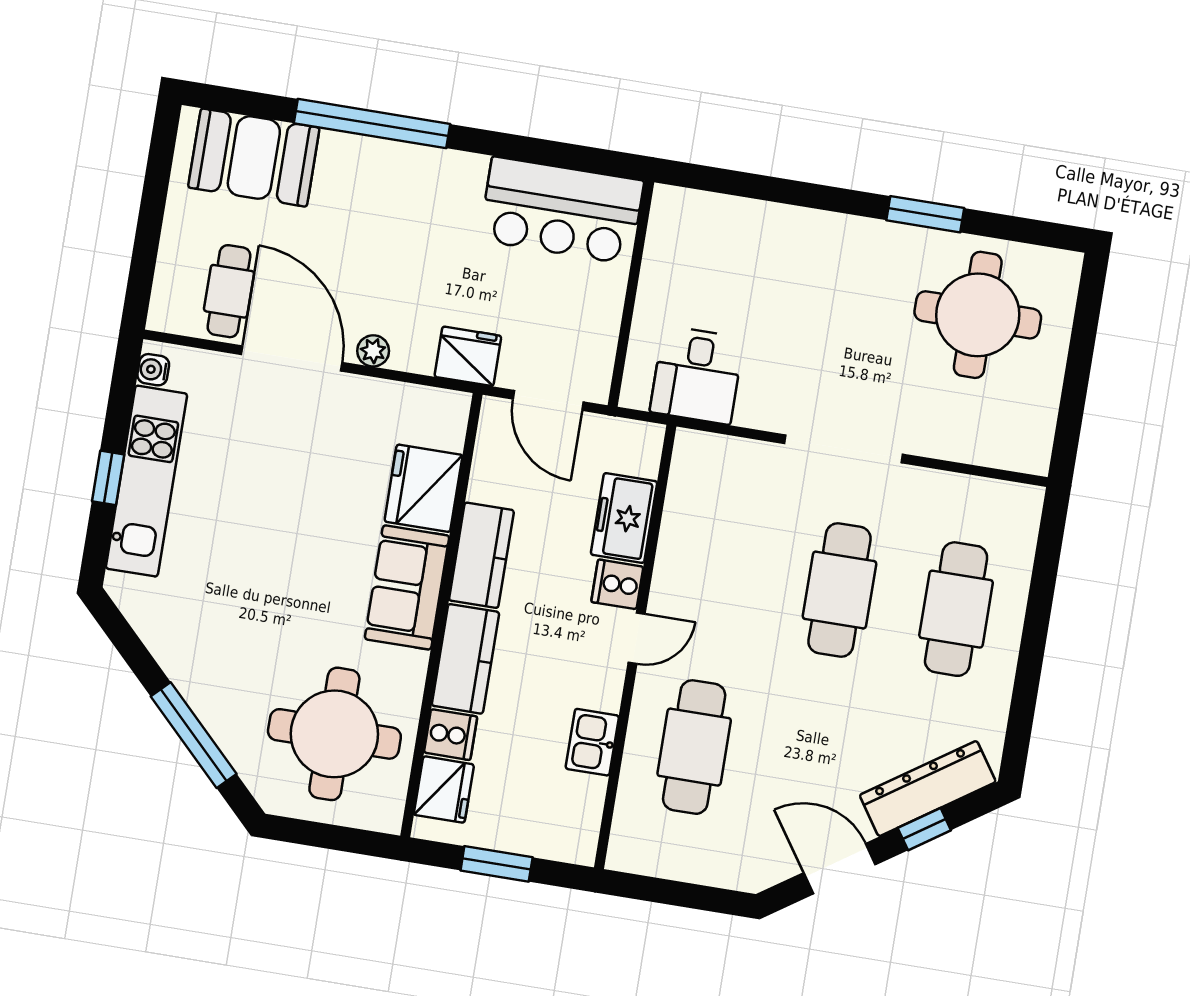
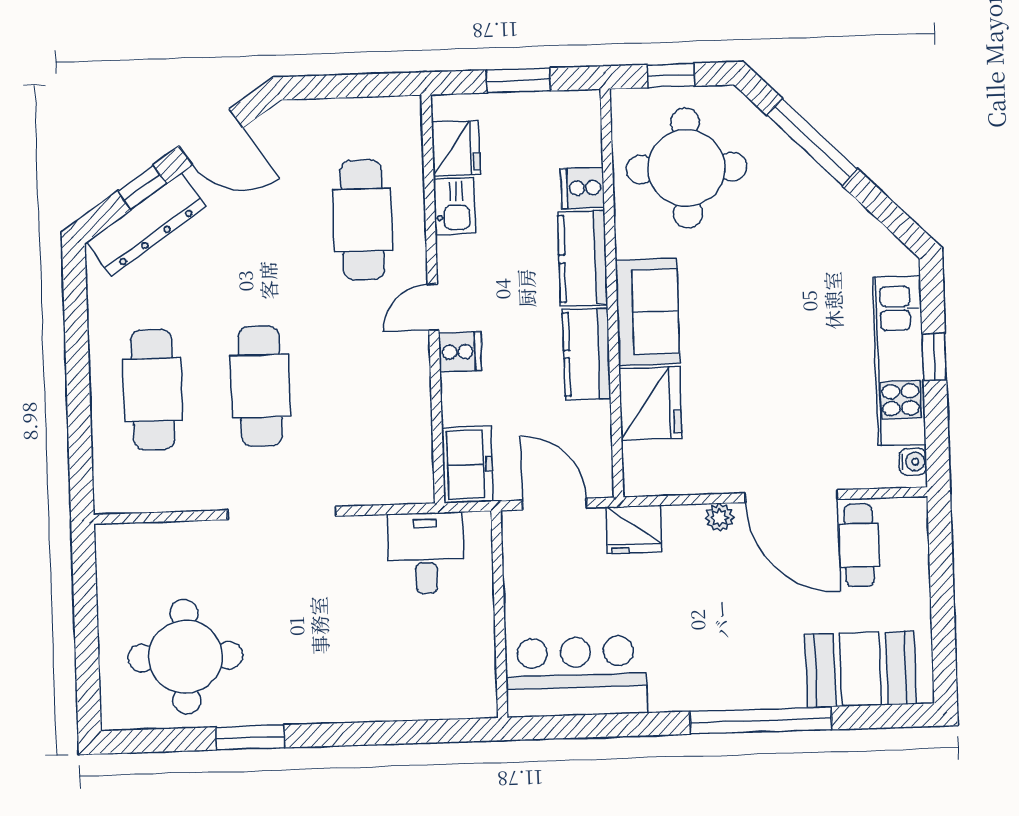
freezer: (624, 518) -> (467, 465), moved
fridge: (444, 790) -> (456, 148), moved, turned 180
window: (331, 837) -> (671, 75), added

